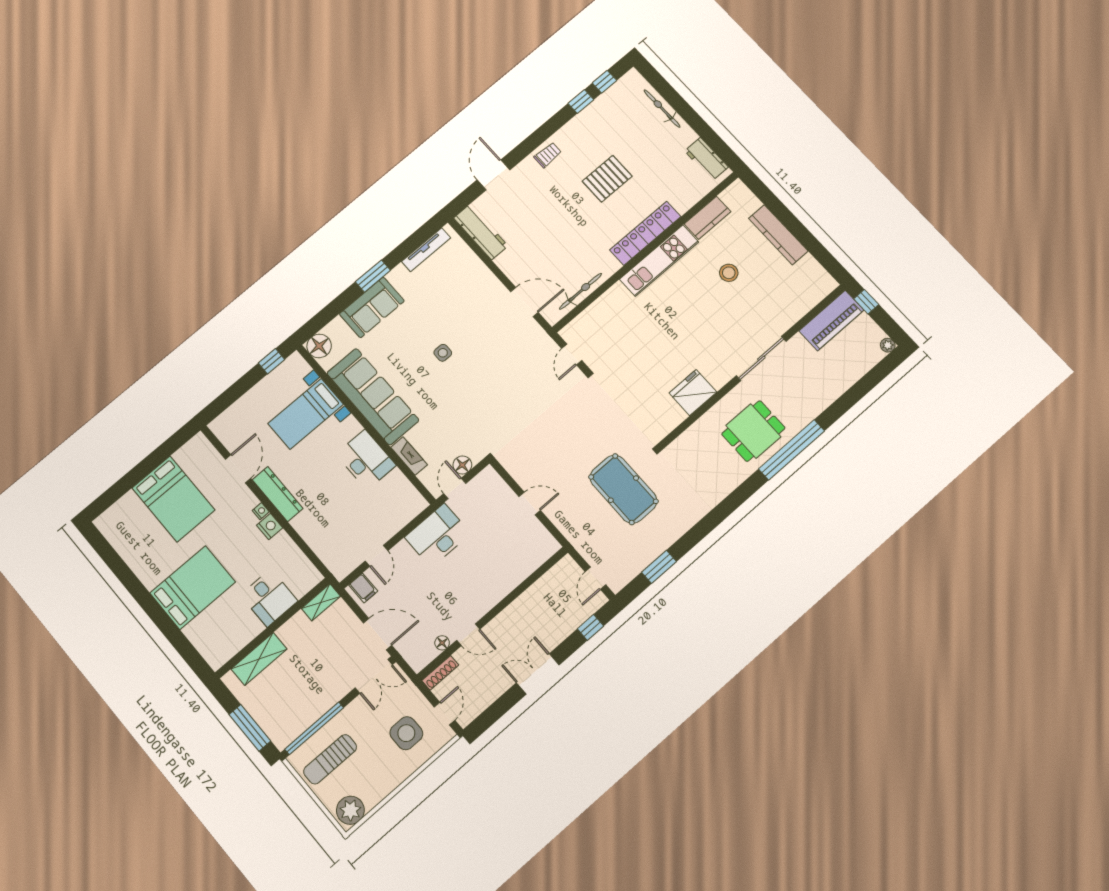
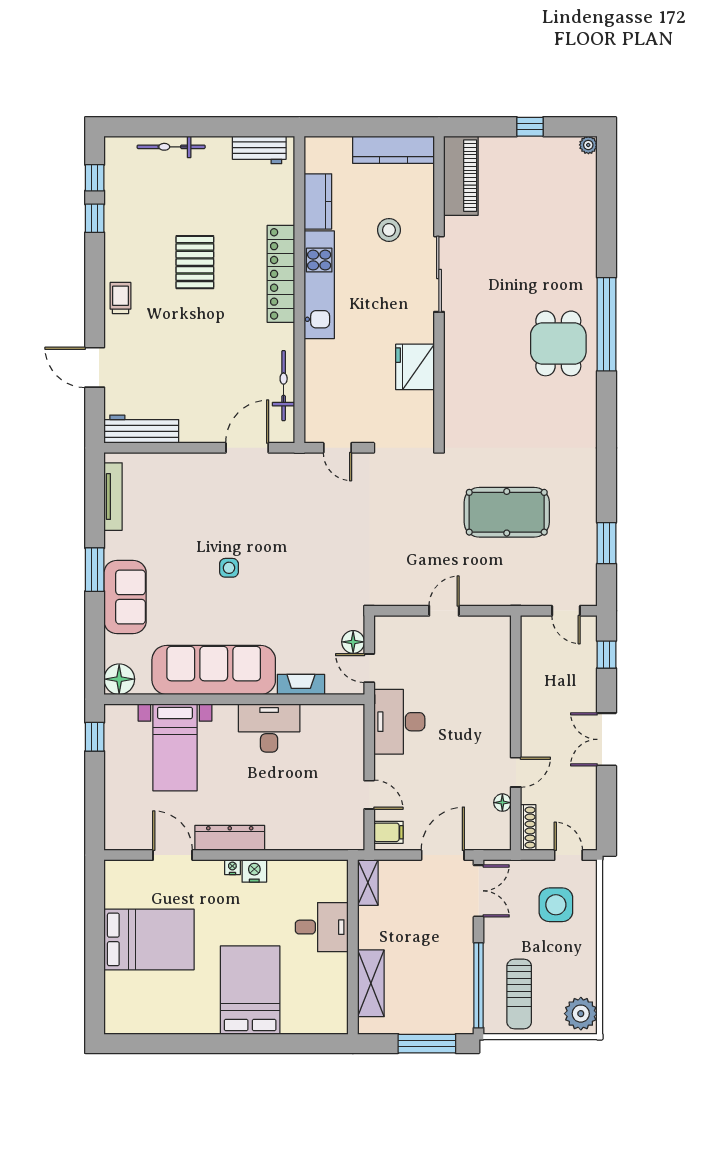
piano: (831, 320) -> (461, 176), moved
sliding door: (761, 358) -> (439, 274), moved
wall: (752, 367) -> (439, 290), moved
fridge: (693, 393) -> (415, 367), moved

